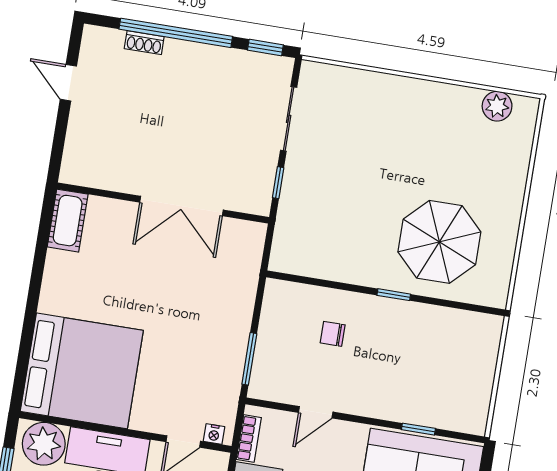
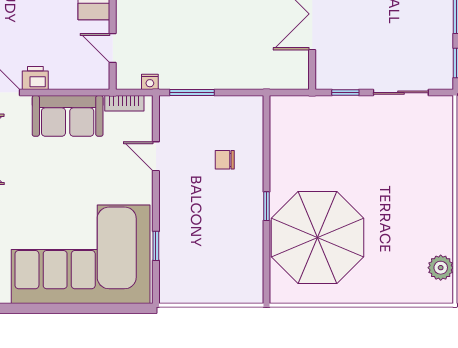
parasol: (439, 242) -> (318, 238), width x1.36, depth x1.36
chair: (333, 334) -> (225, 160), turned -90
nightstand: (214, 434) -> (150, 82), moved, turned -90

